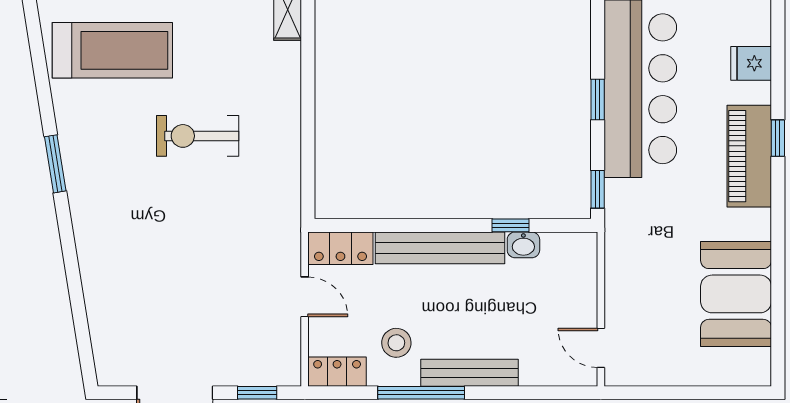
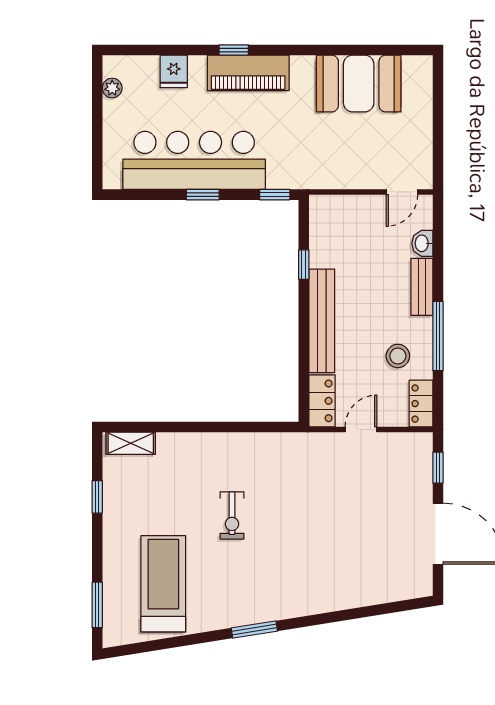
exercise bike: (198, 136) -> (232, 515), width x0.73, depth x0.72
washbasin: (523, 245) -> (422, 243), moved, turned 180
bench: (470, 373) -> (422, 287), width x0.73

